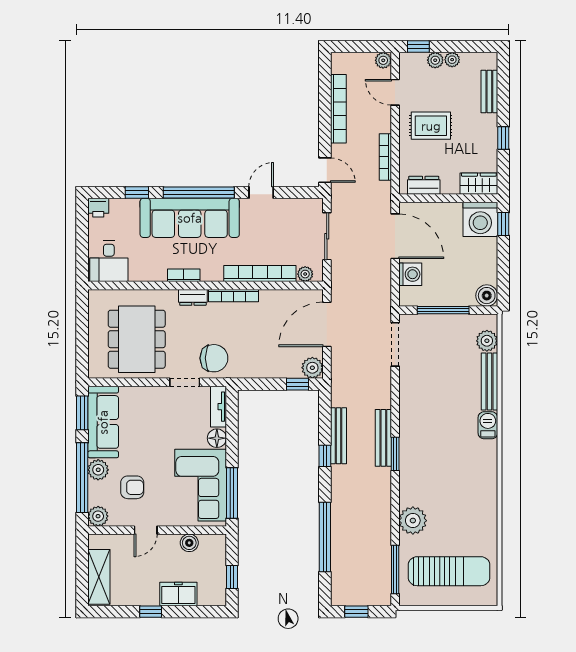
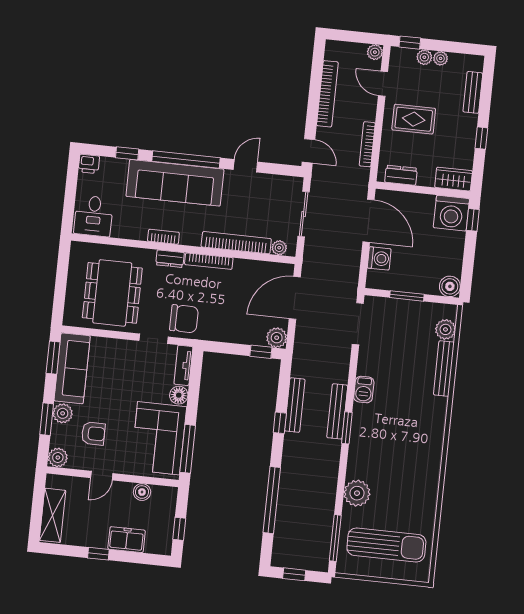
window: (443, 310) -> (407, 296), width x0.69
barbecue: (488, 425) -> (364, 390), moved, turned 180
window: (82, 478) -> (47, 419), width x0.47

